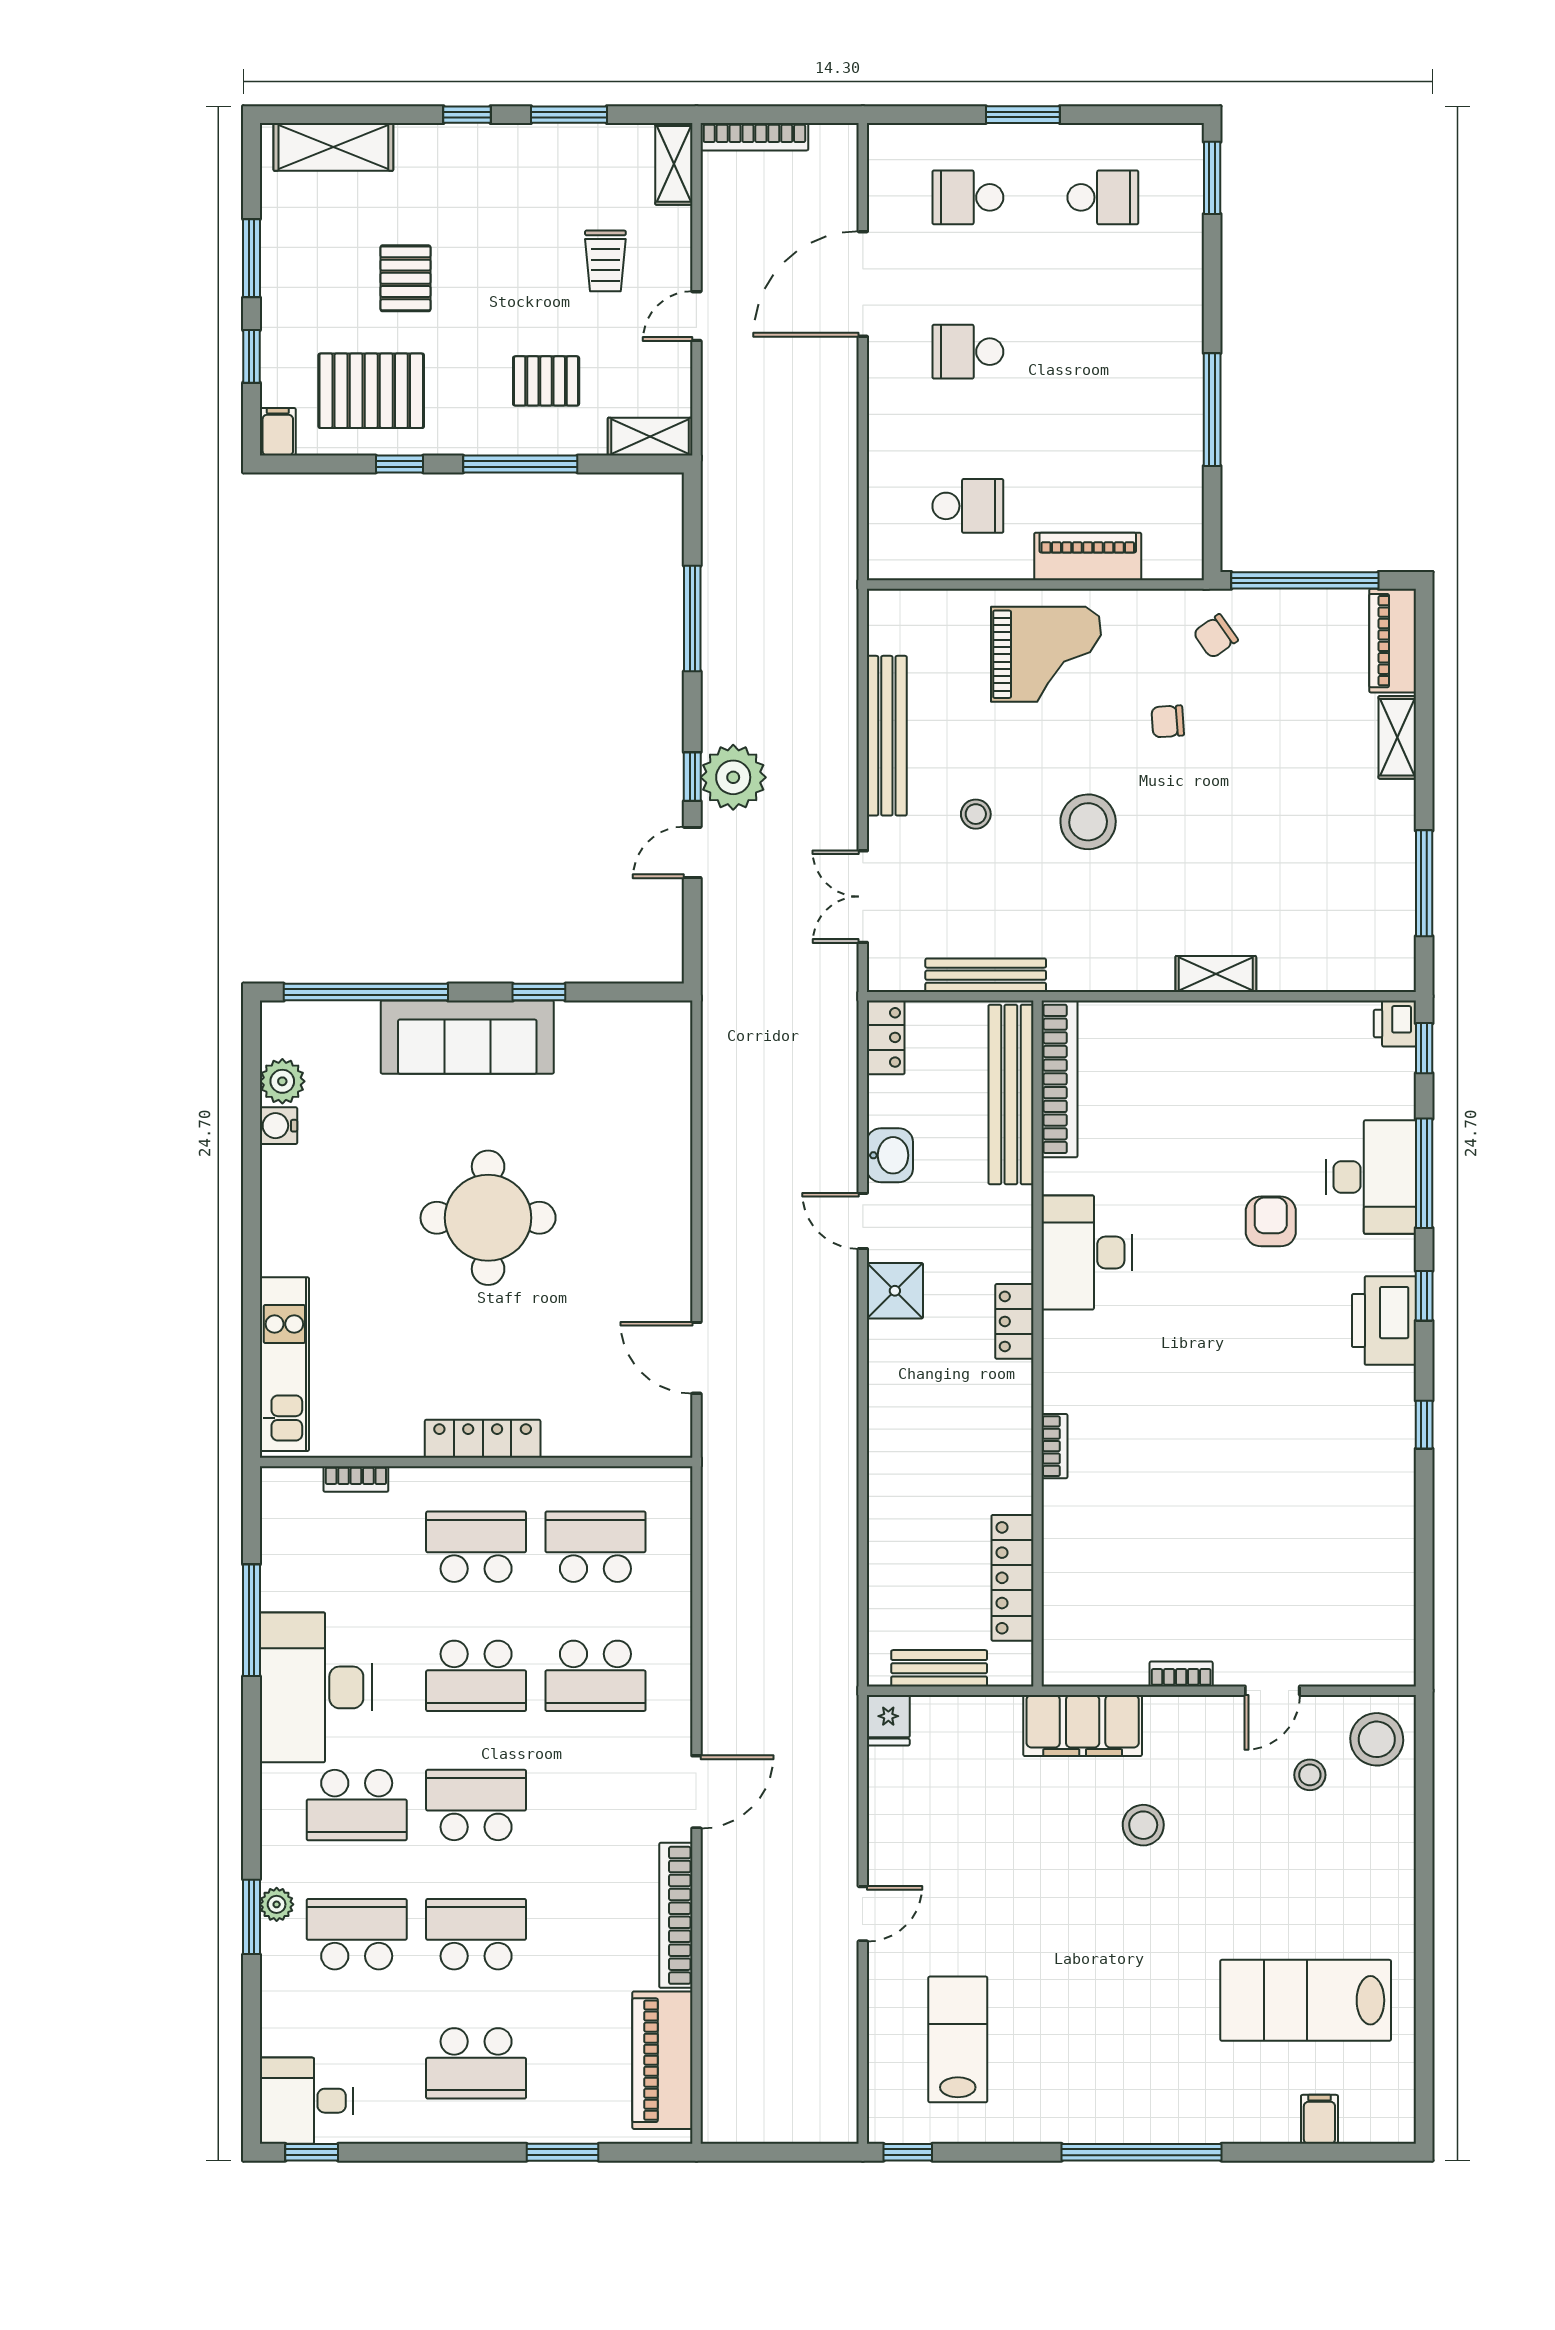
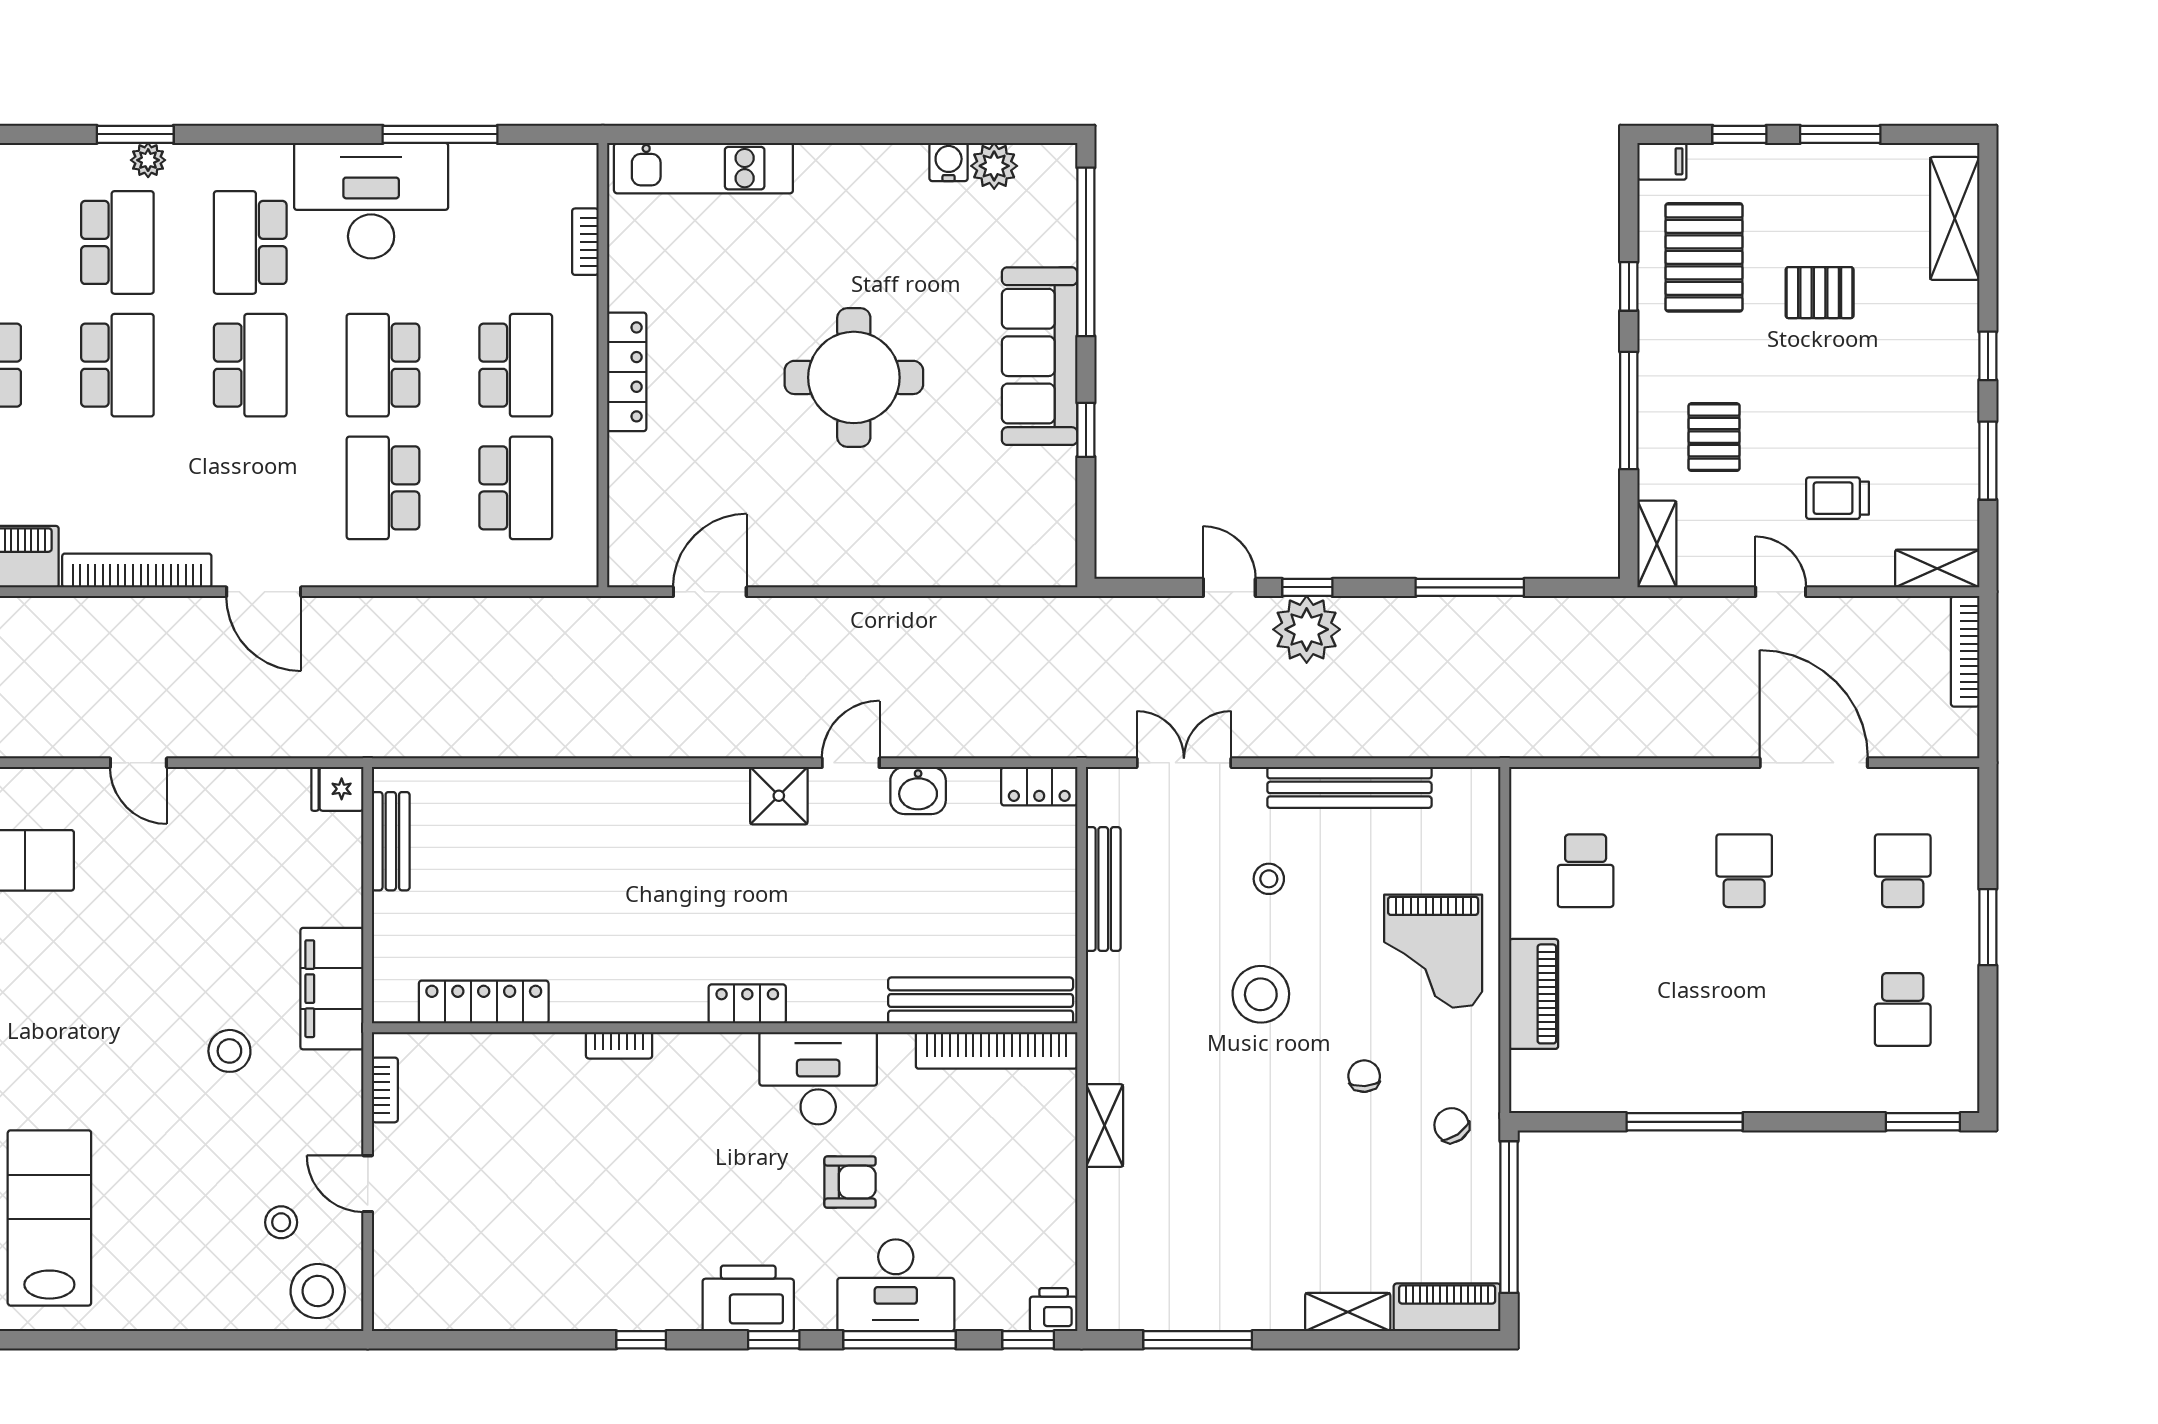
bookcase: (1059, 1079) -> (997, 1050), moved
bench: (1011, 1094) -> (981, 1000), moved
desk: (1087, 1252) -> (818, 1078), moved
locker: (1014, 1321) -> (747, 1004), moved
wall: (1037, 1343) -> (725, 1028), moved
bookcase: (1055, 1446) -> (619, 1045), moved
locker: (1012, 1578) -> (484, 1002), moved

